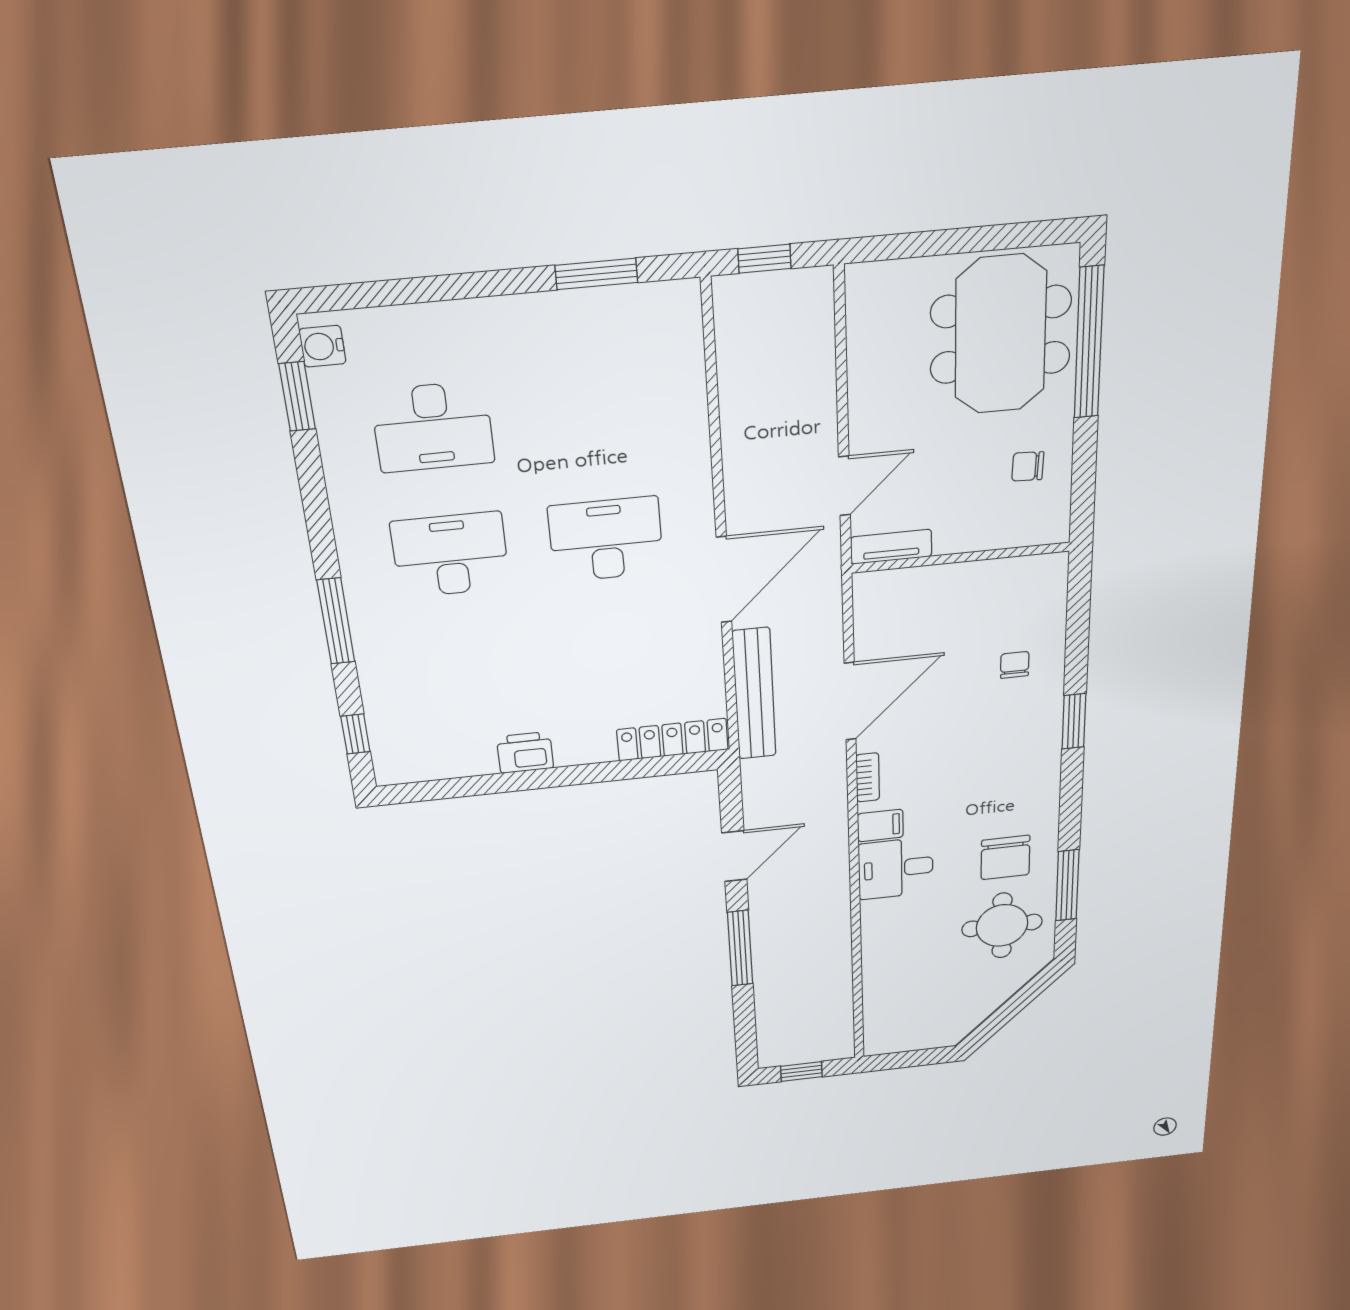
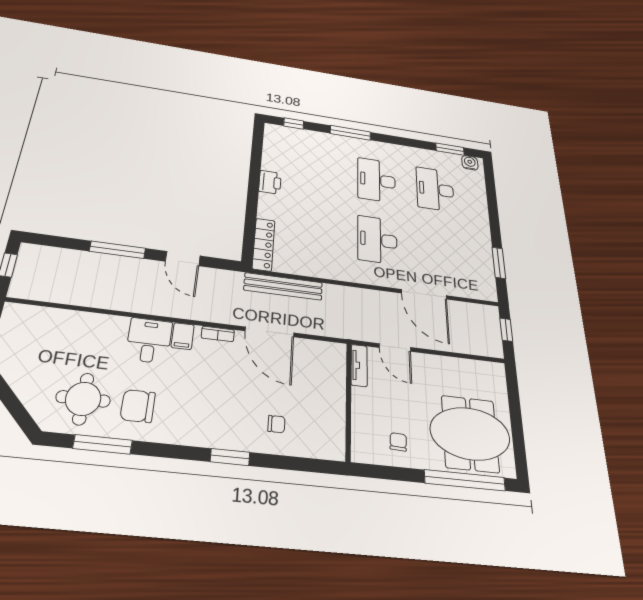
desk: (606, 539) -> (377, 240), turned 180
desk: (450, 555) -> (376, 180), turned 180
door: (724, 580) -> (424, 294), moved

